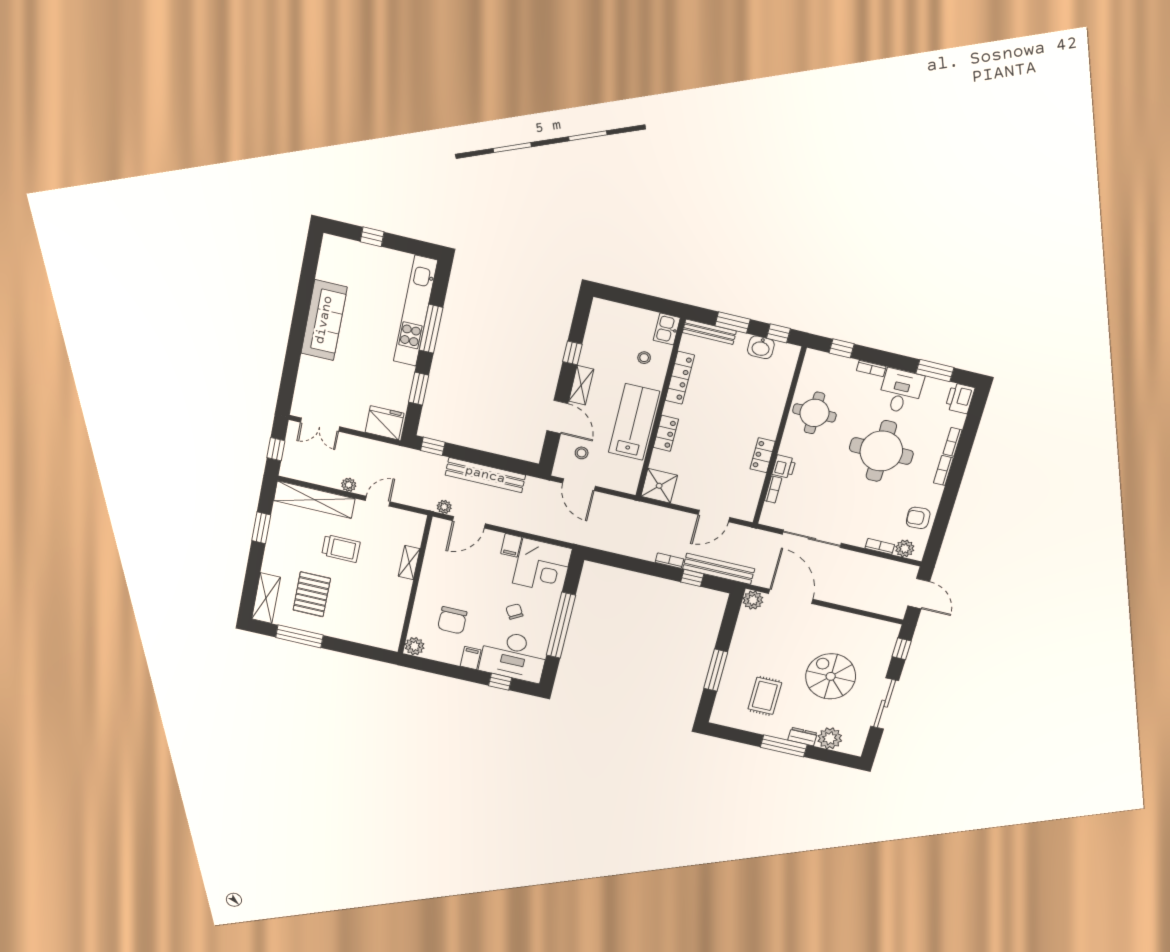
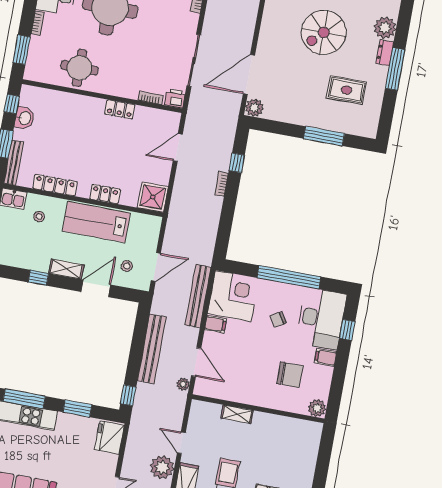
window: (842, 348) -> (22, 50), width x1.50
printer: (784, 467) -> (175, 99), moved
plant: (349, 485) -> (162, 467), width x1.87, depth x1.87
door: (714, 516) -> (178, 148), swing flipped
bench: (719, 569) -> (198, 296), moved

